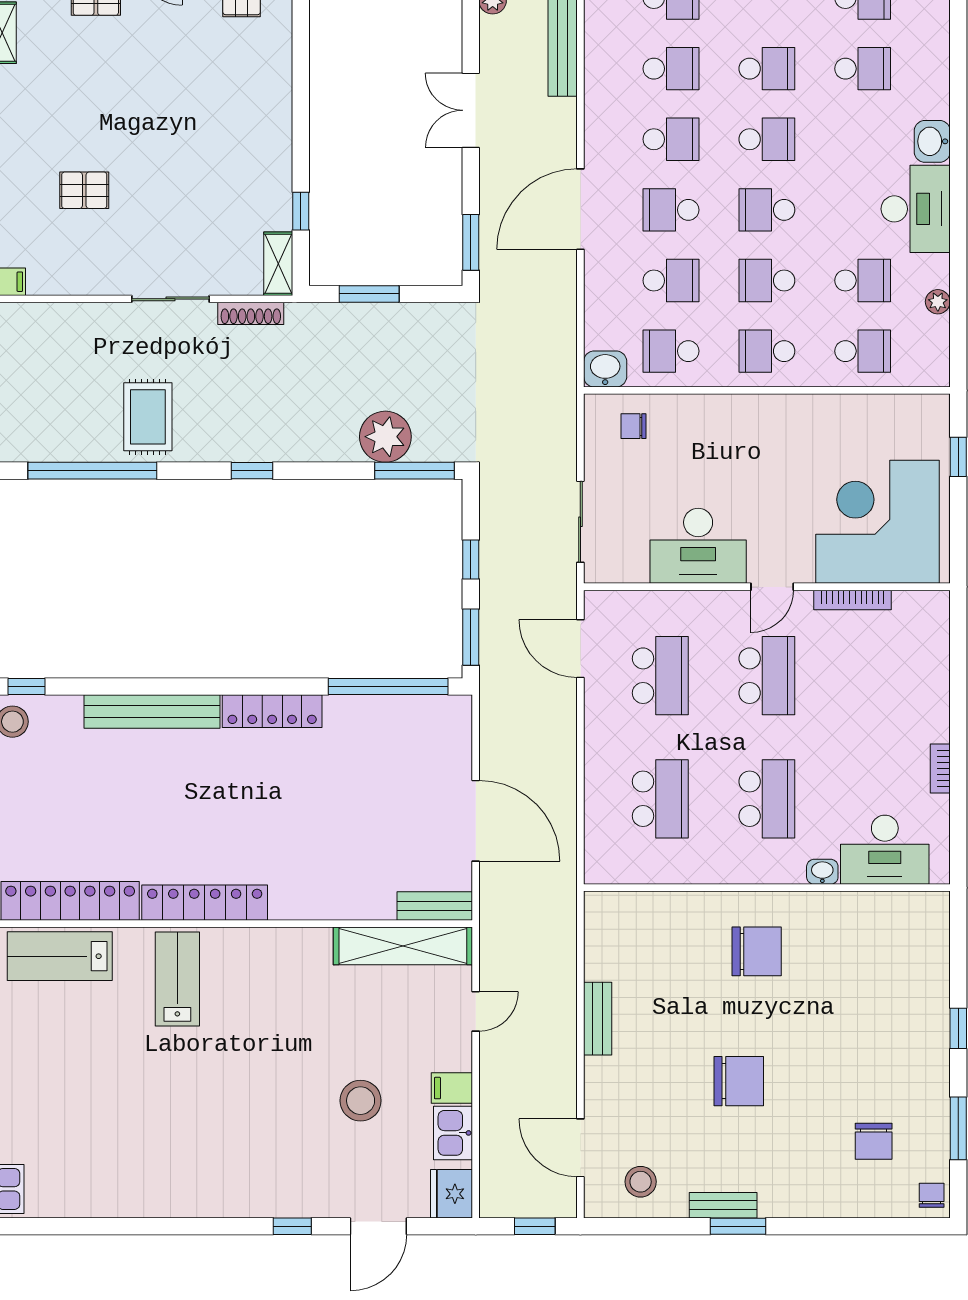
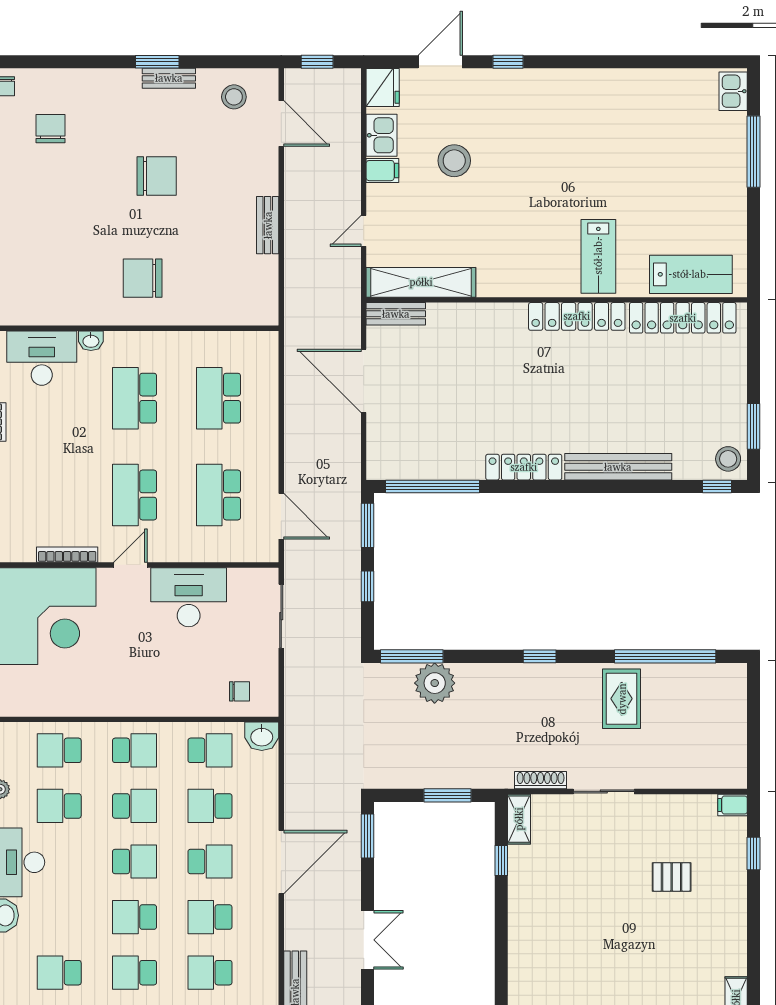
chair: (739, 1081) -> (157, 176), turned 180

